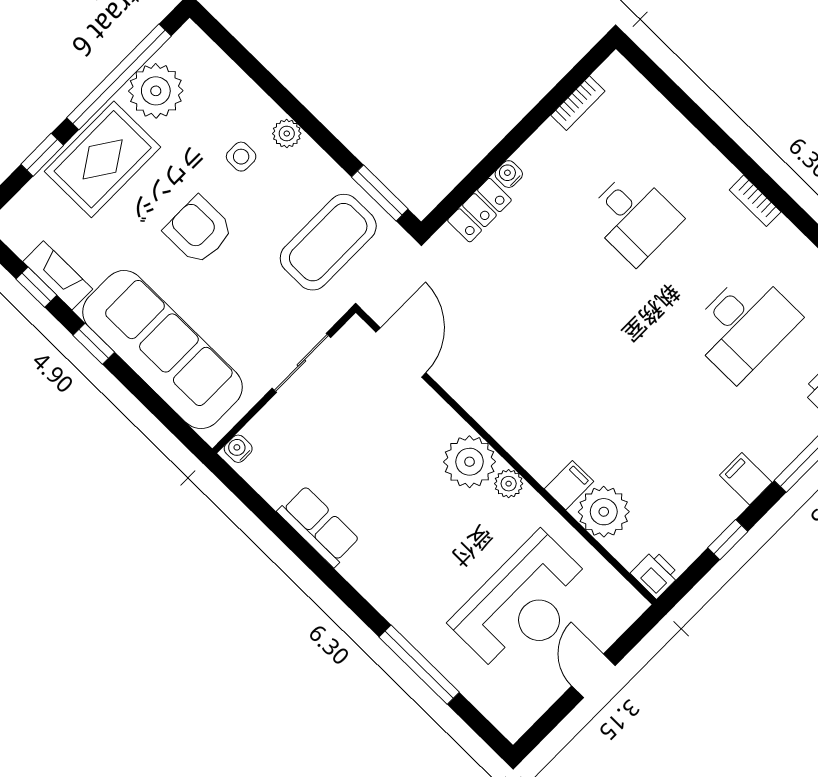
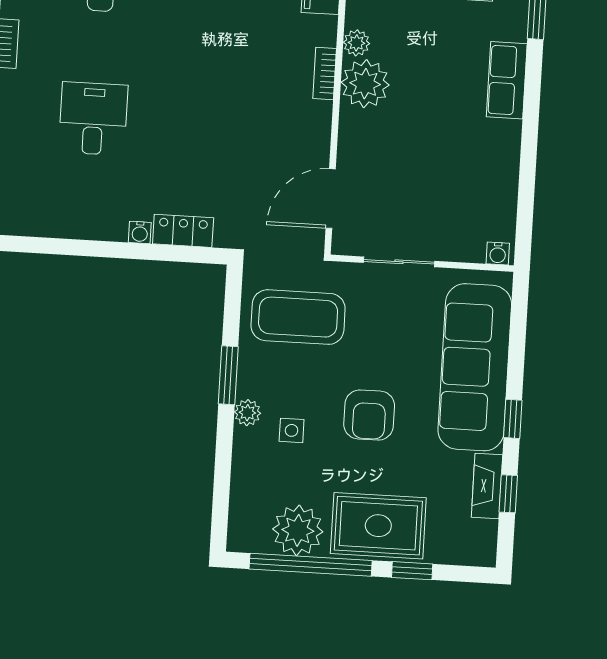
bookcase: (578, 103) -> (325, 74), moved, turned -90
window: (380, 193) -> (228, 375), moved
row of seats: (319, 526) -> (507, 80), moved

